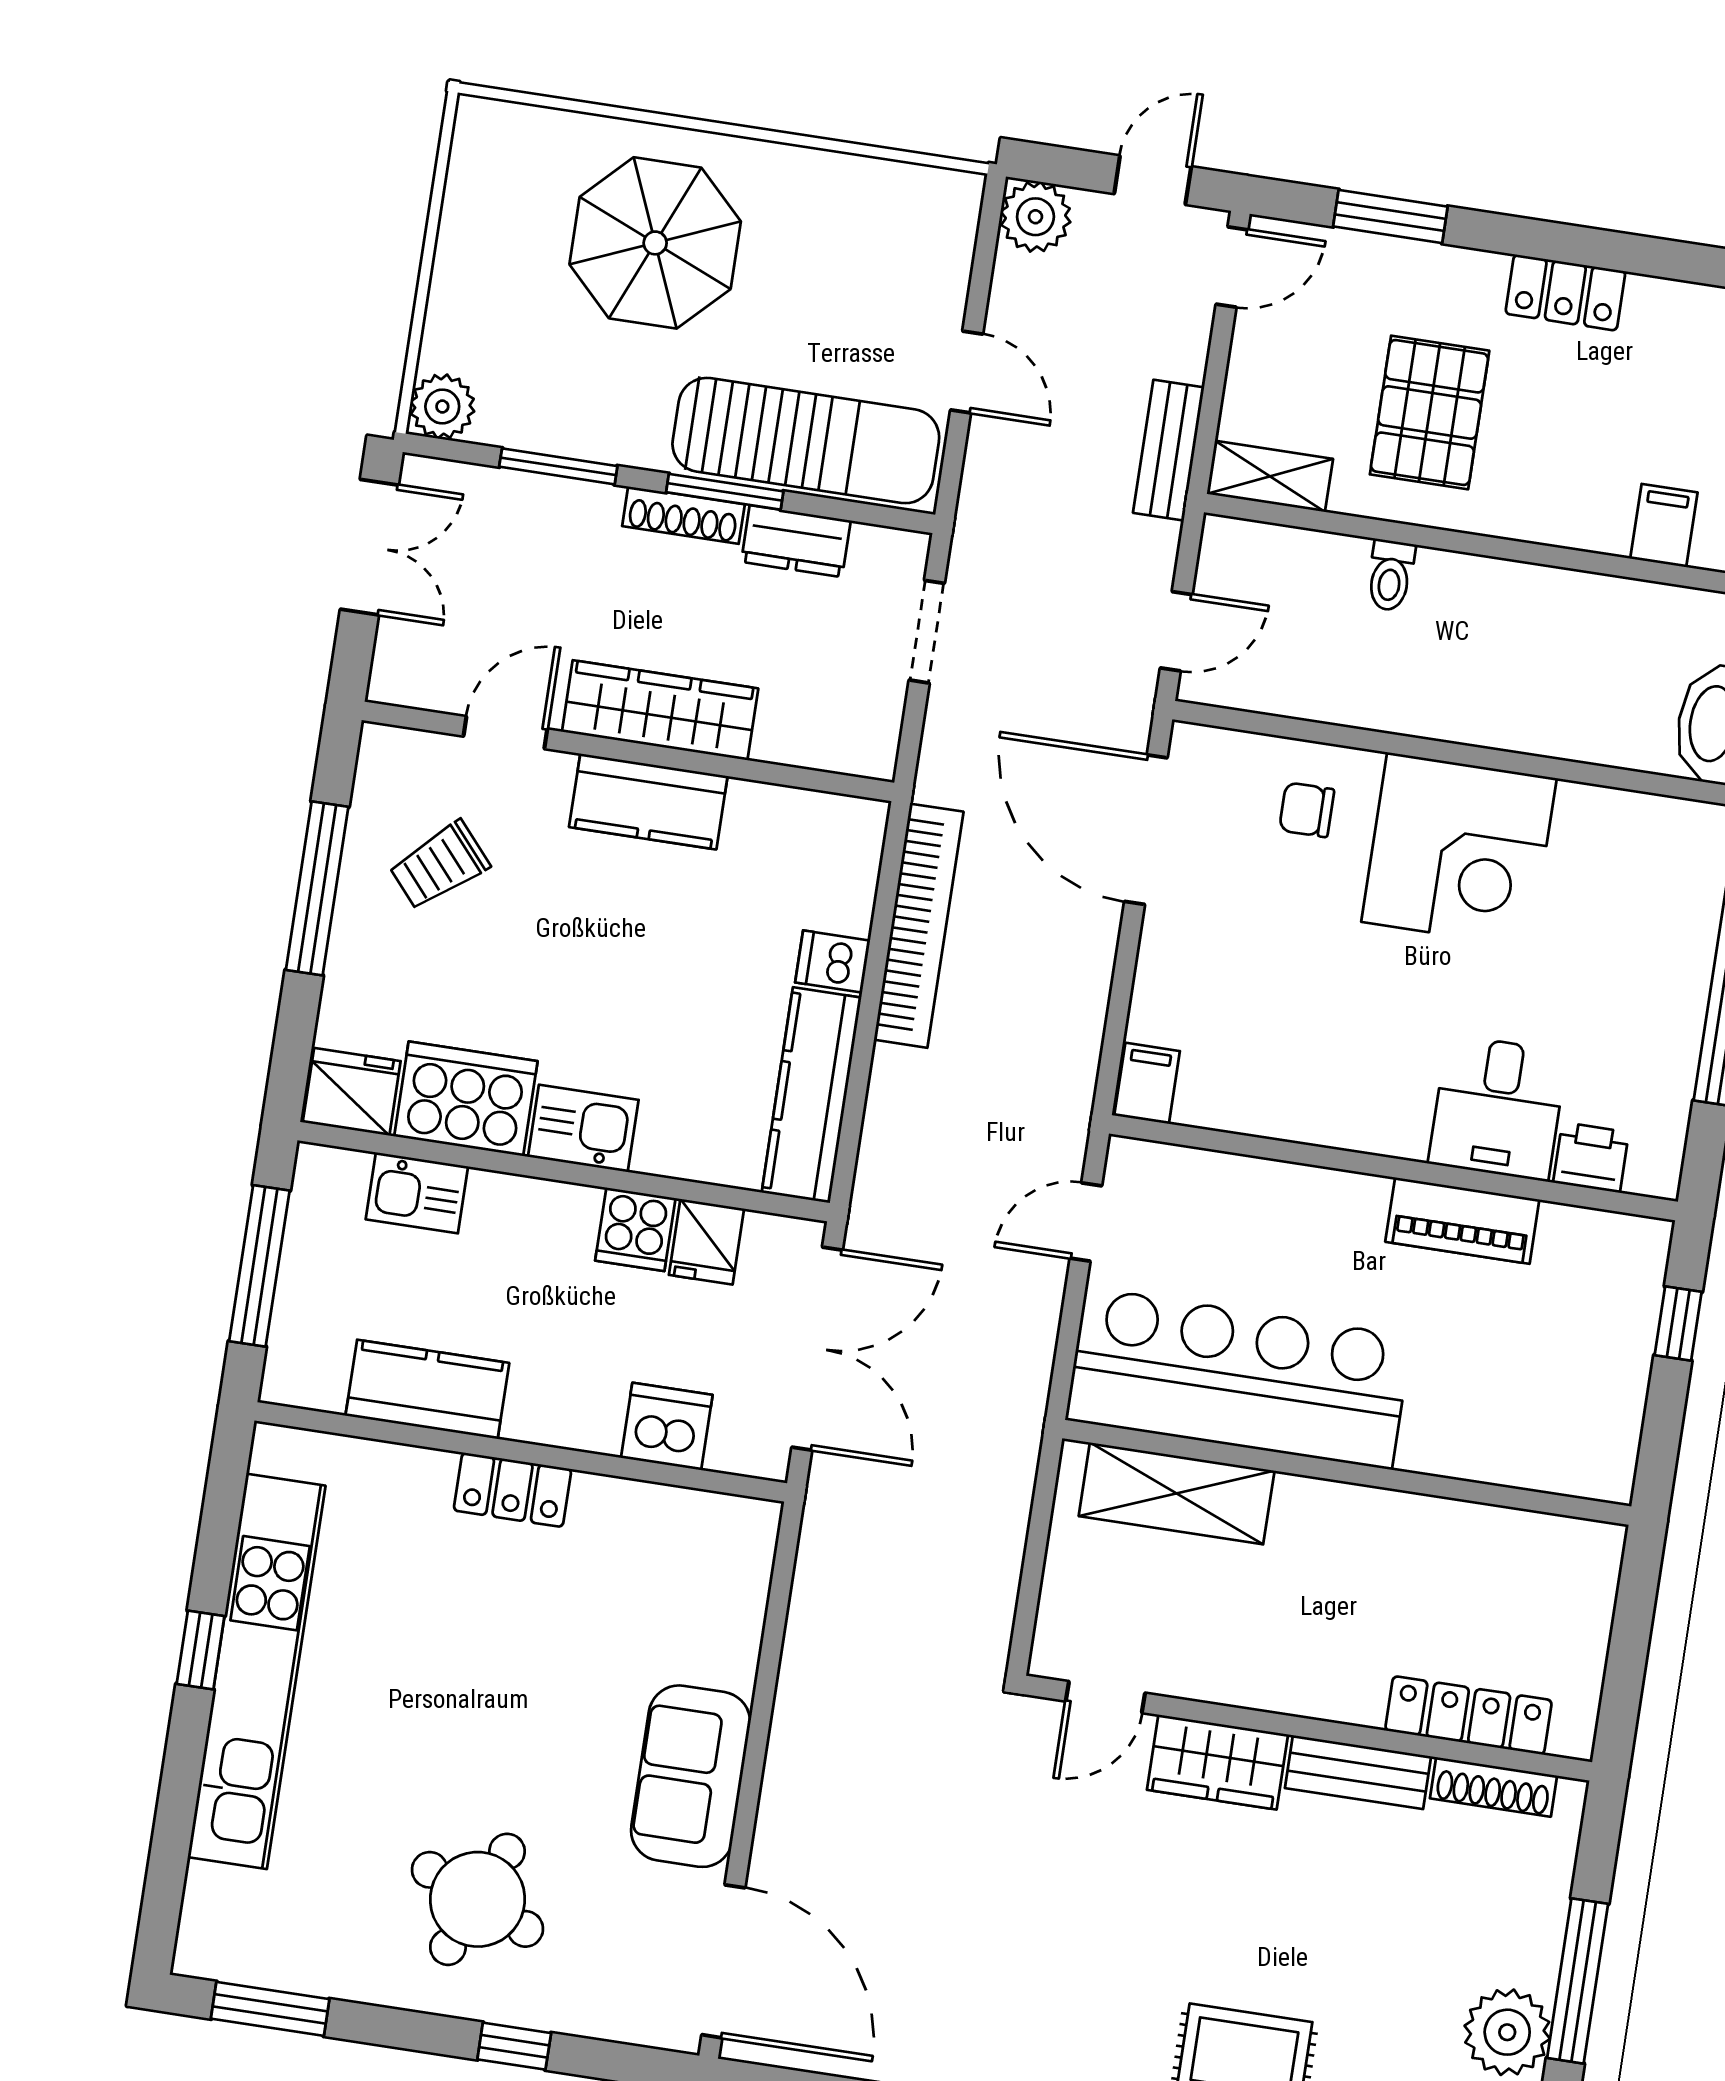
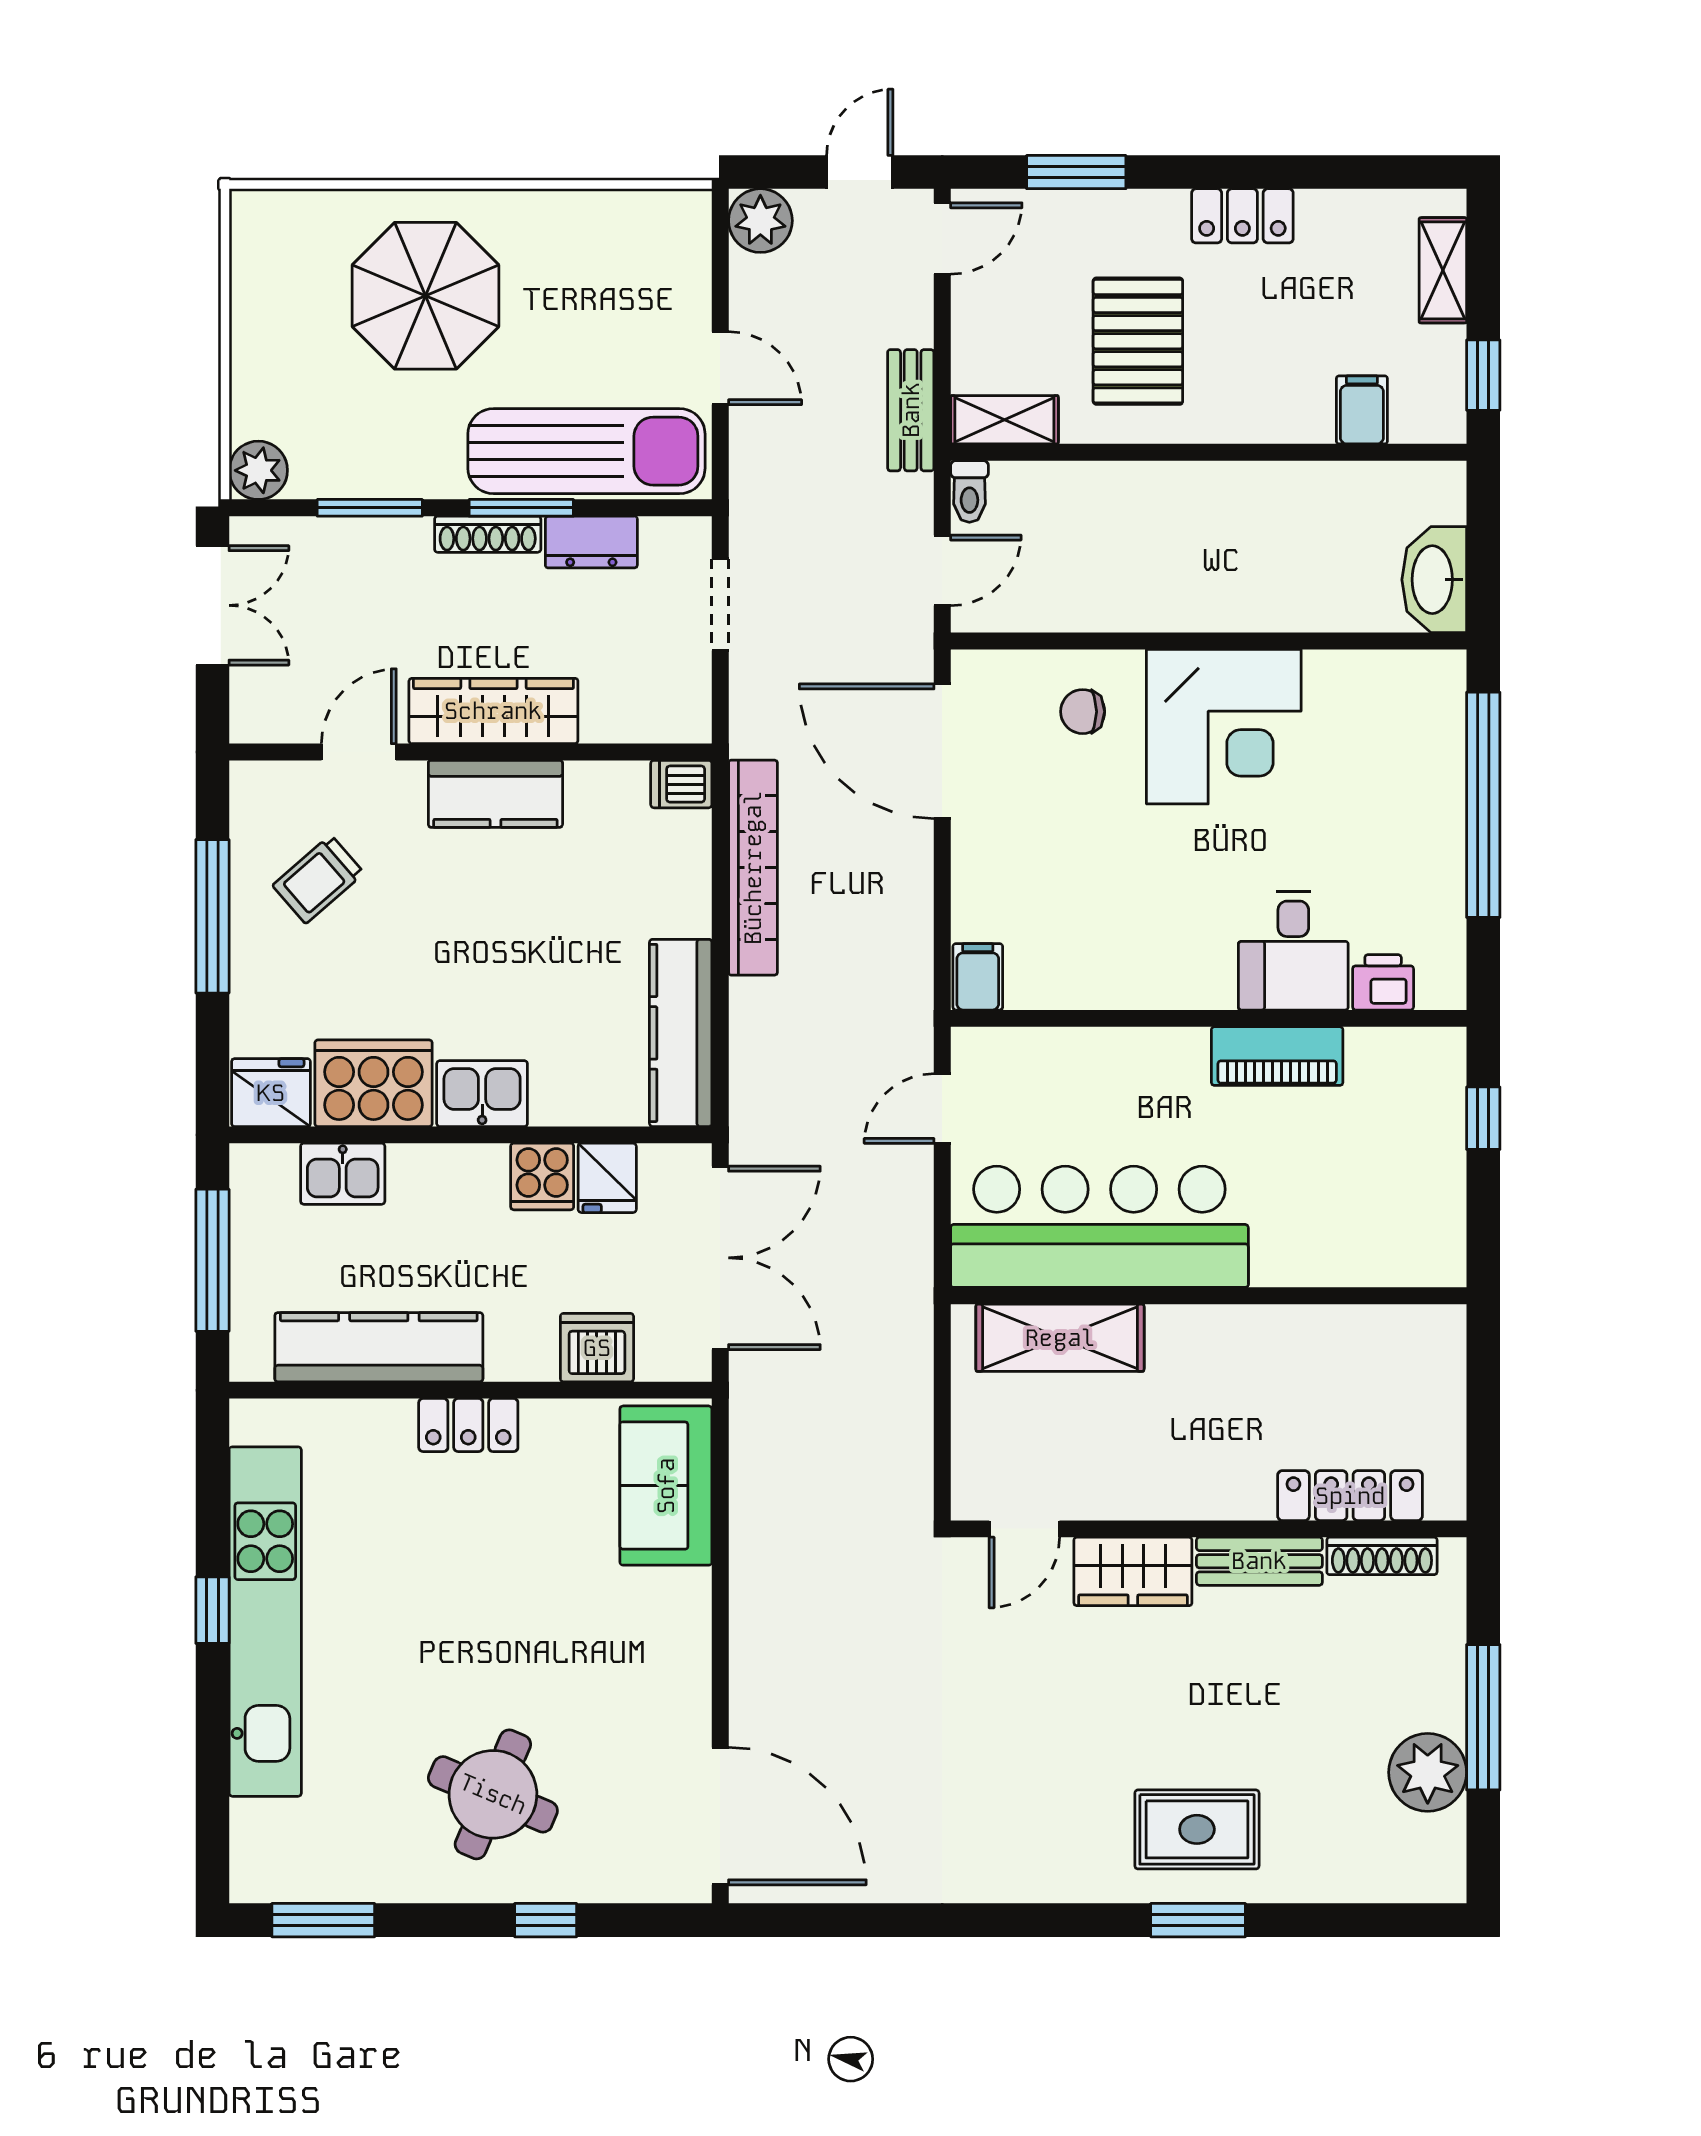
toilet: (1390, 575) -> (969, 491), moved
dishwasher: (833, 961) -> (681, 784), moved
kitchen counter: (427, 1389) -> (379, 1347), width x1.50
sofa: (691, 1776) -> (666, 1486), moved

